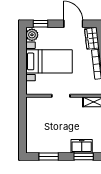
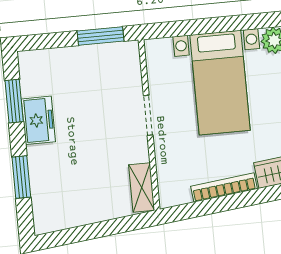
window: (22, 114) -> (100, 36), added
freezer: (82, 146) -> (38, 120), moved

